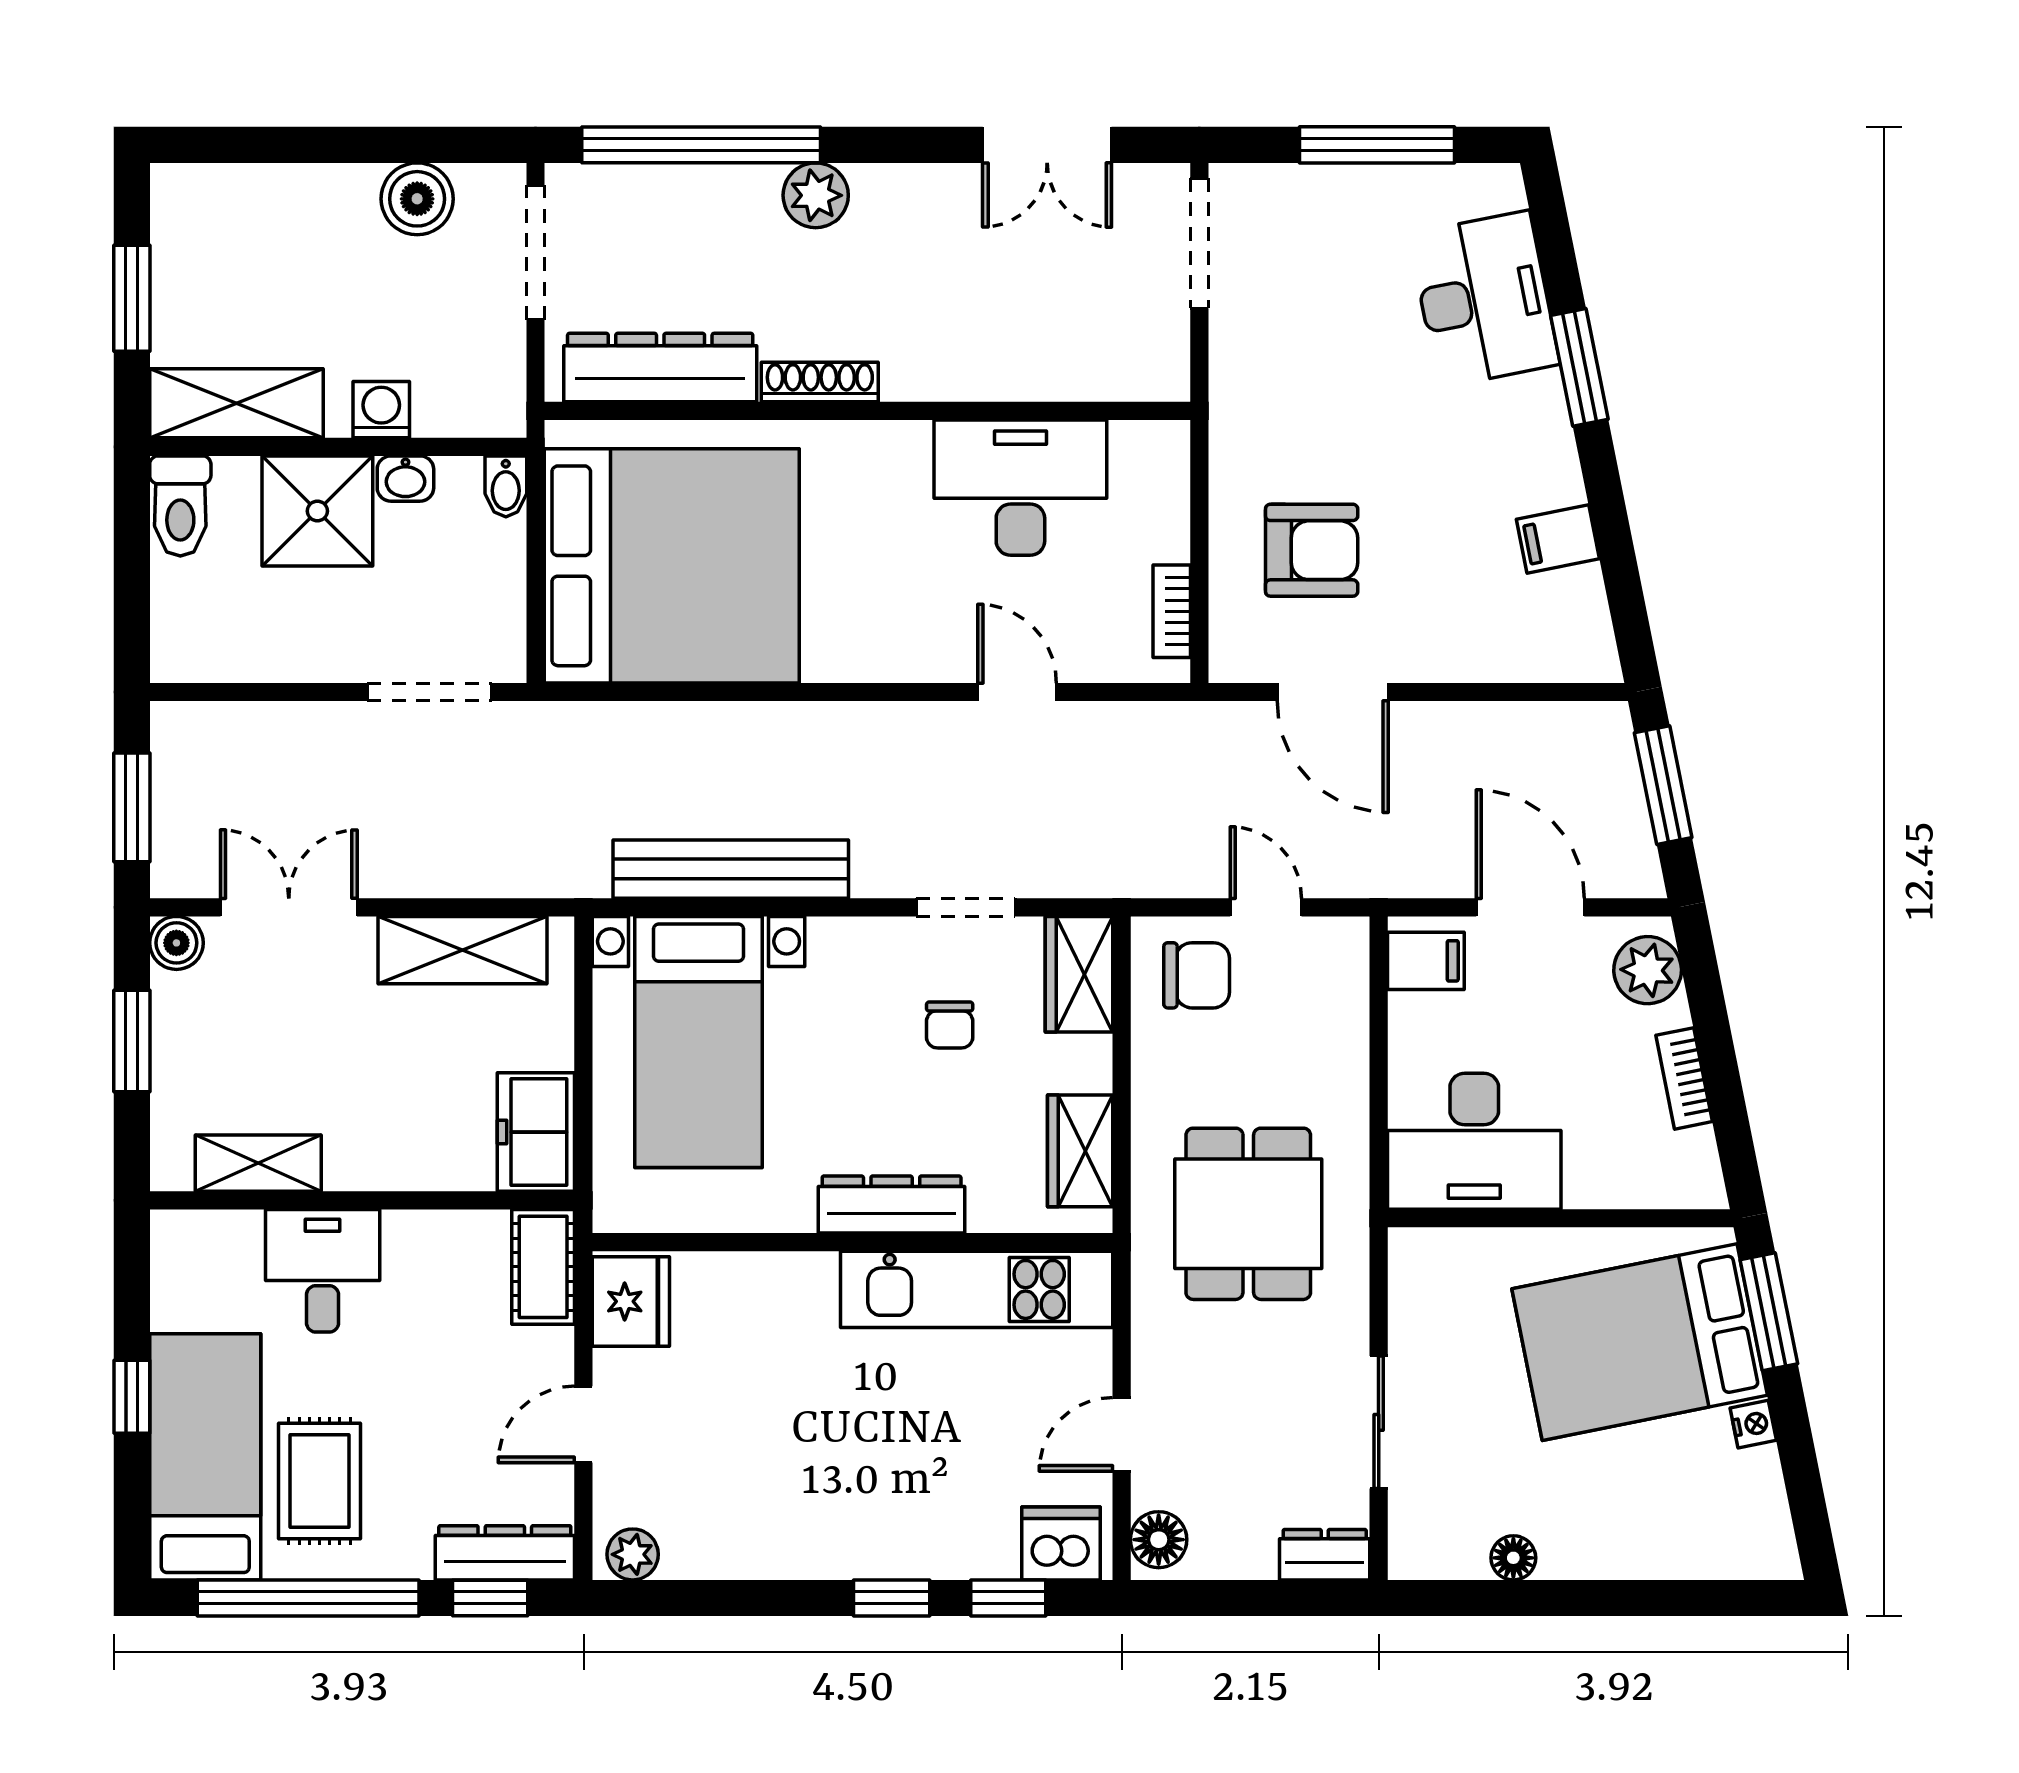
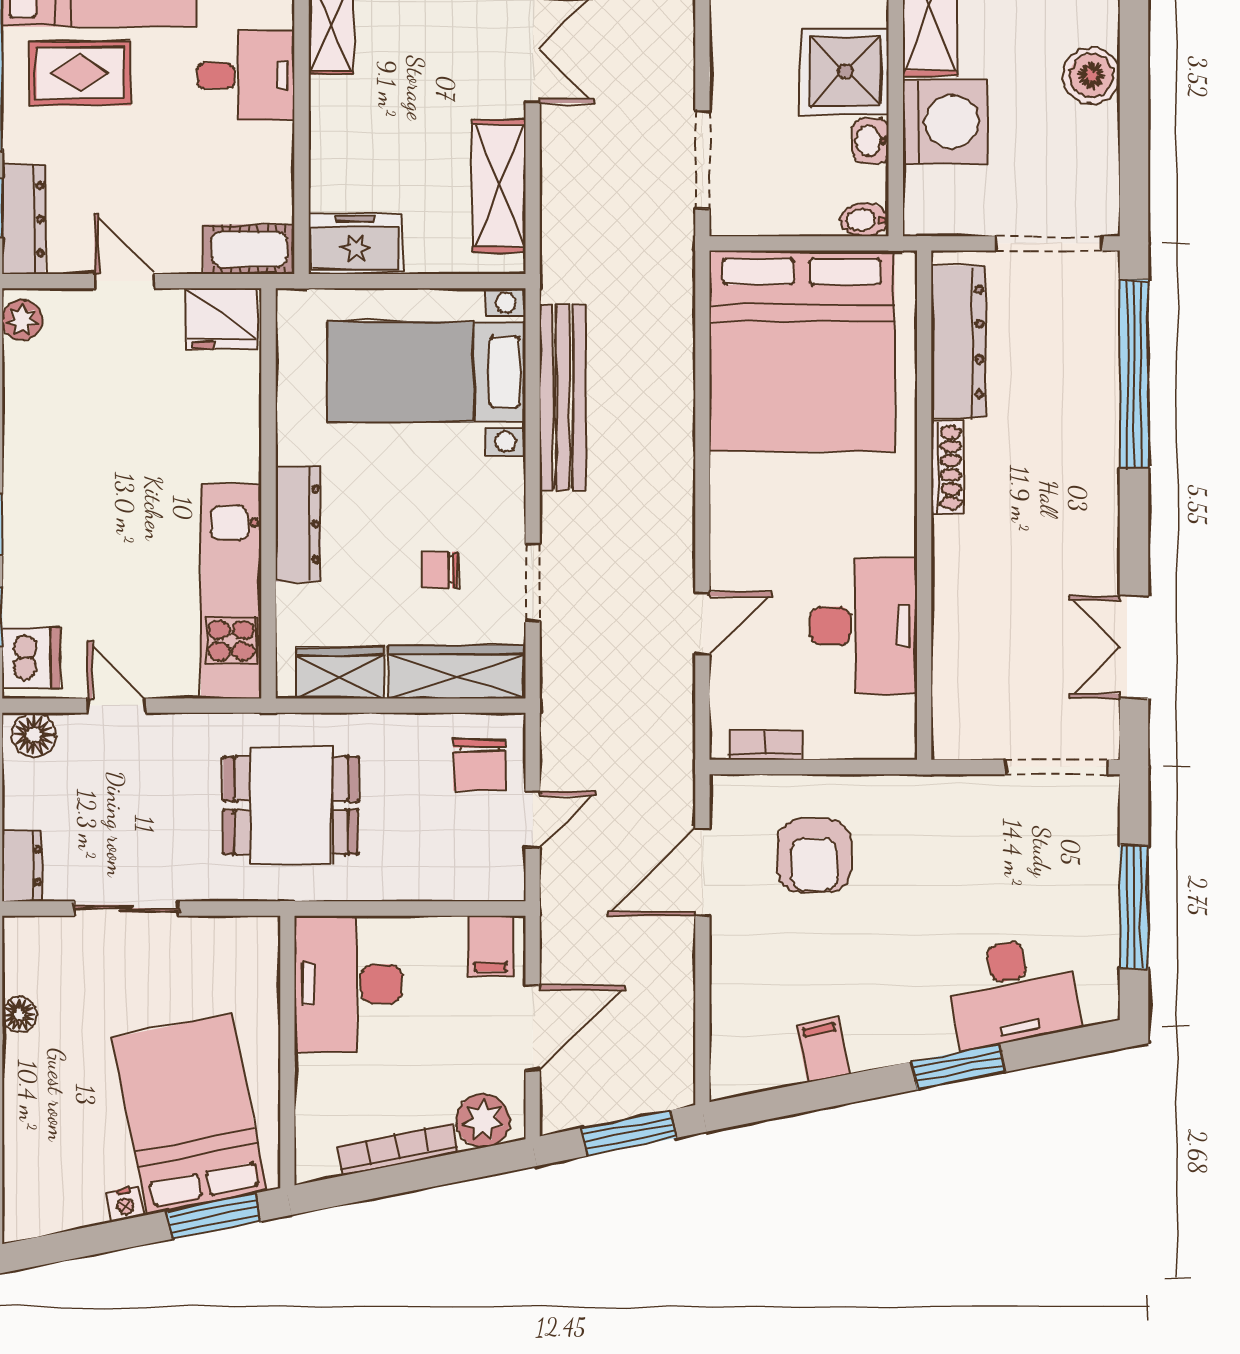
plant: (816, 195) -> (1094, 464), removed
boiler: (417, 199) -> (1091, 76), moved
washing machine: (381, 410) -> (945, 122), width x1.89, depth x1.89
wardrobe: (1079, 974) -> (457, 672), width x1.50
bookcase: (1684, 1078) -> (398, 1149), width x1.56

